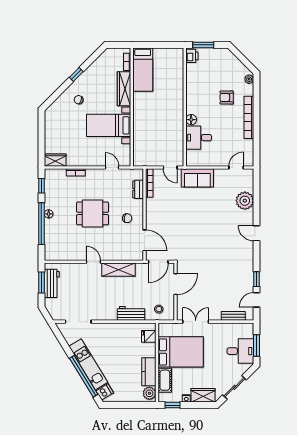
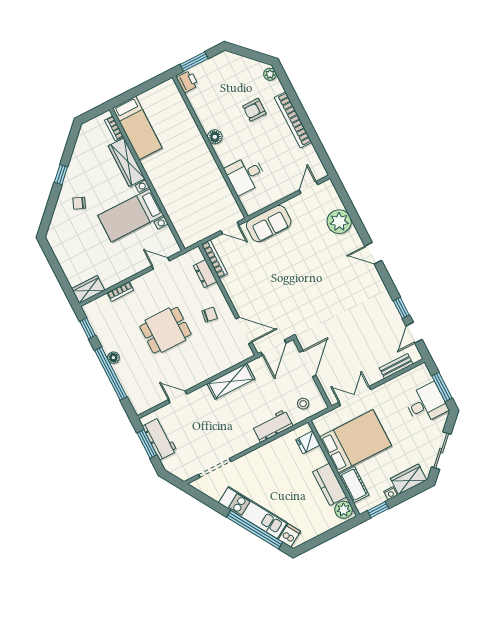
floor lamp: (191, 120) -> (215, 137), moved
door: (93, 262) -> (178, 397), moved

